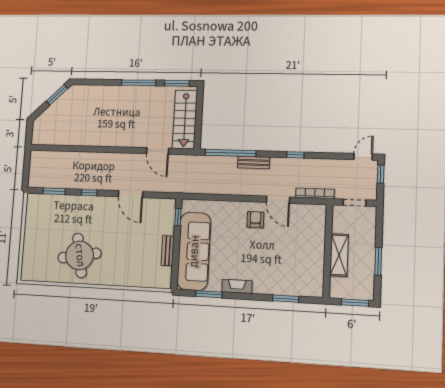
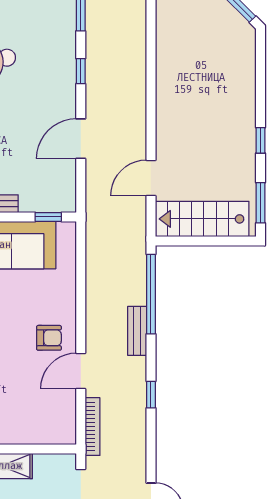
window: (139, 83) -> (260, 140), width x0.46

